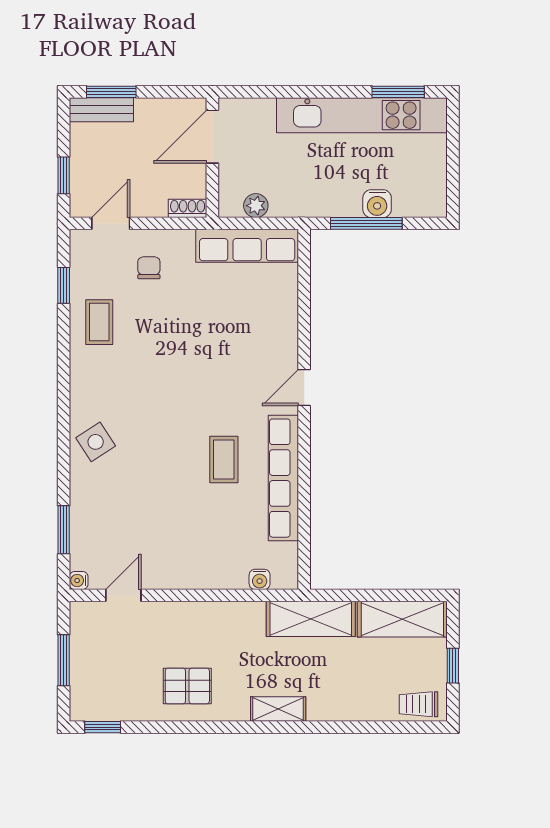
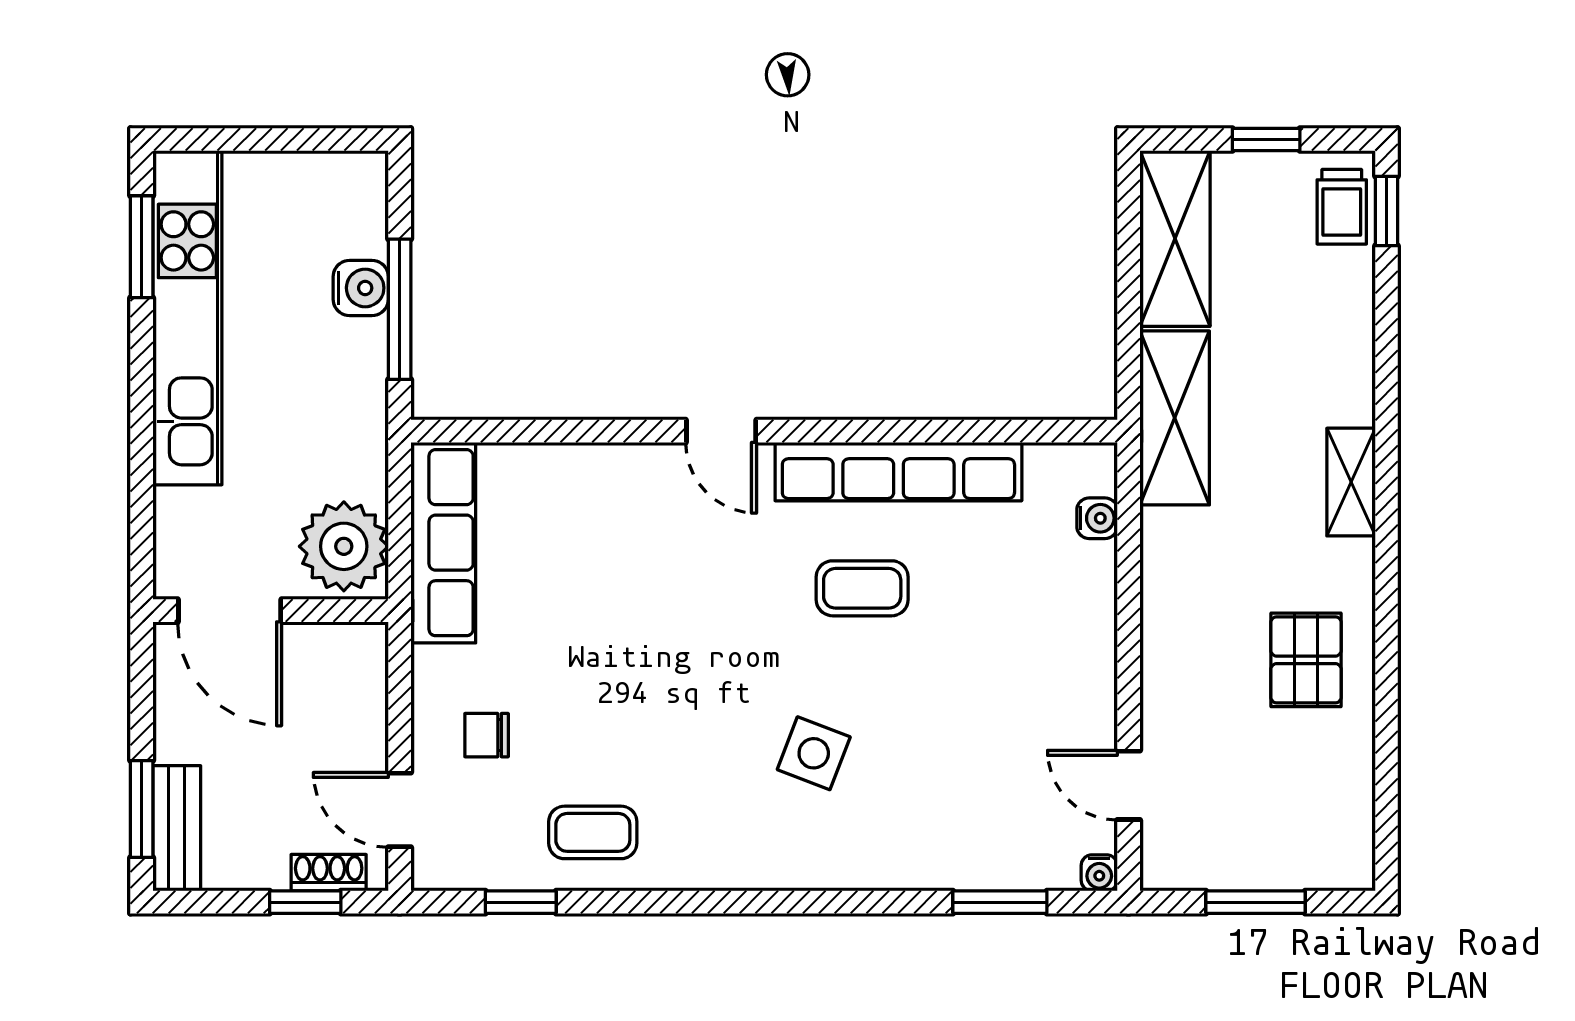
plant: (256, 206) -> (344, 546), width x1.88, depth x1.88
shoe rack: (188, 208) -> (329, 873), moved, turned 90
side table: (96, 442) -> (814, 753), moved, turned -36
window: (103, 727) -> (1387, 211), moved

